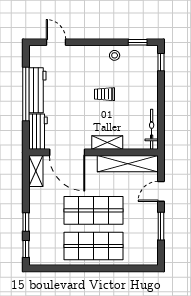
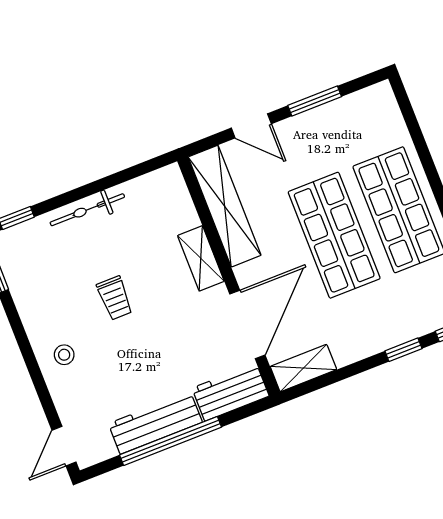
door: (56, 42) -> (64, 446), moved
stool: (115, 55) -> (64, 355), moved
bicycle: (152, 129) -> (87, 210), moved

